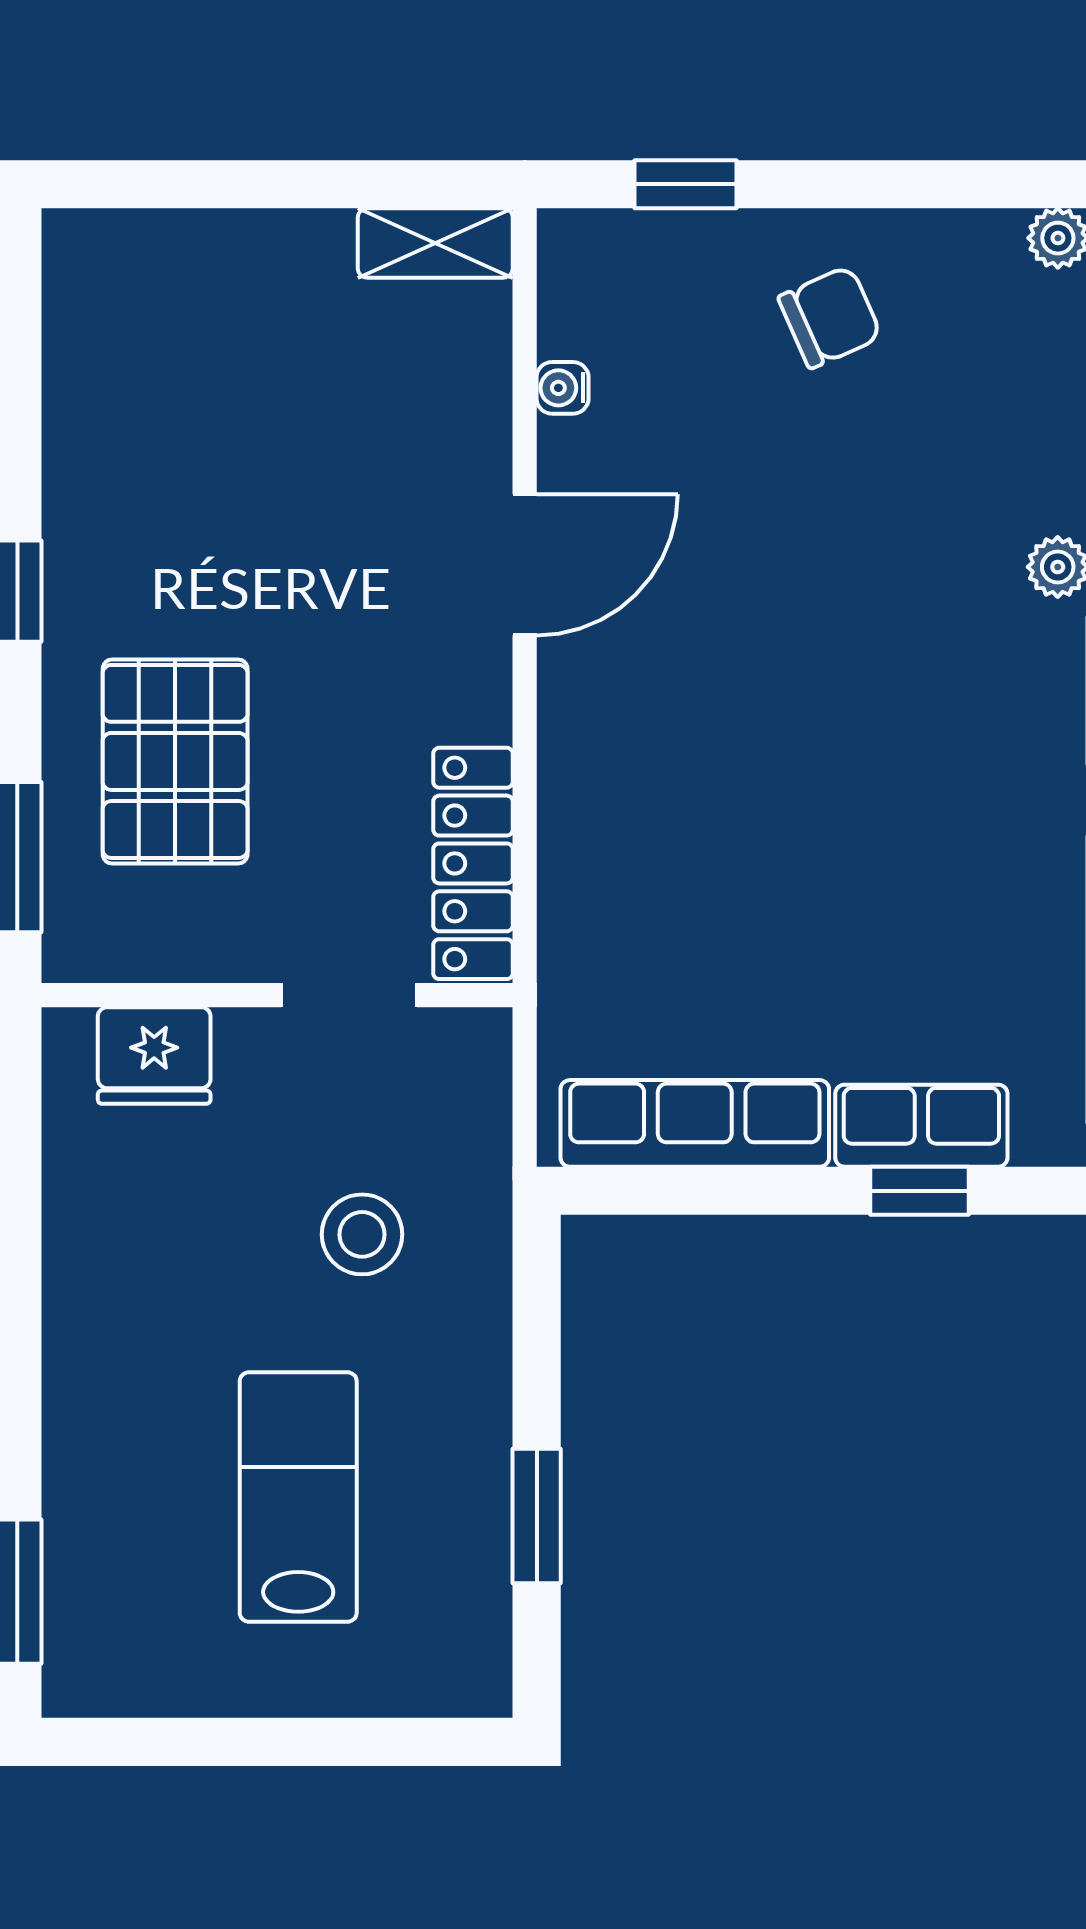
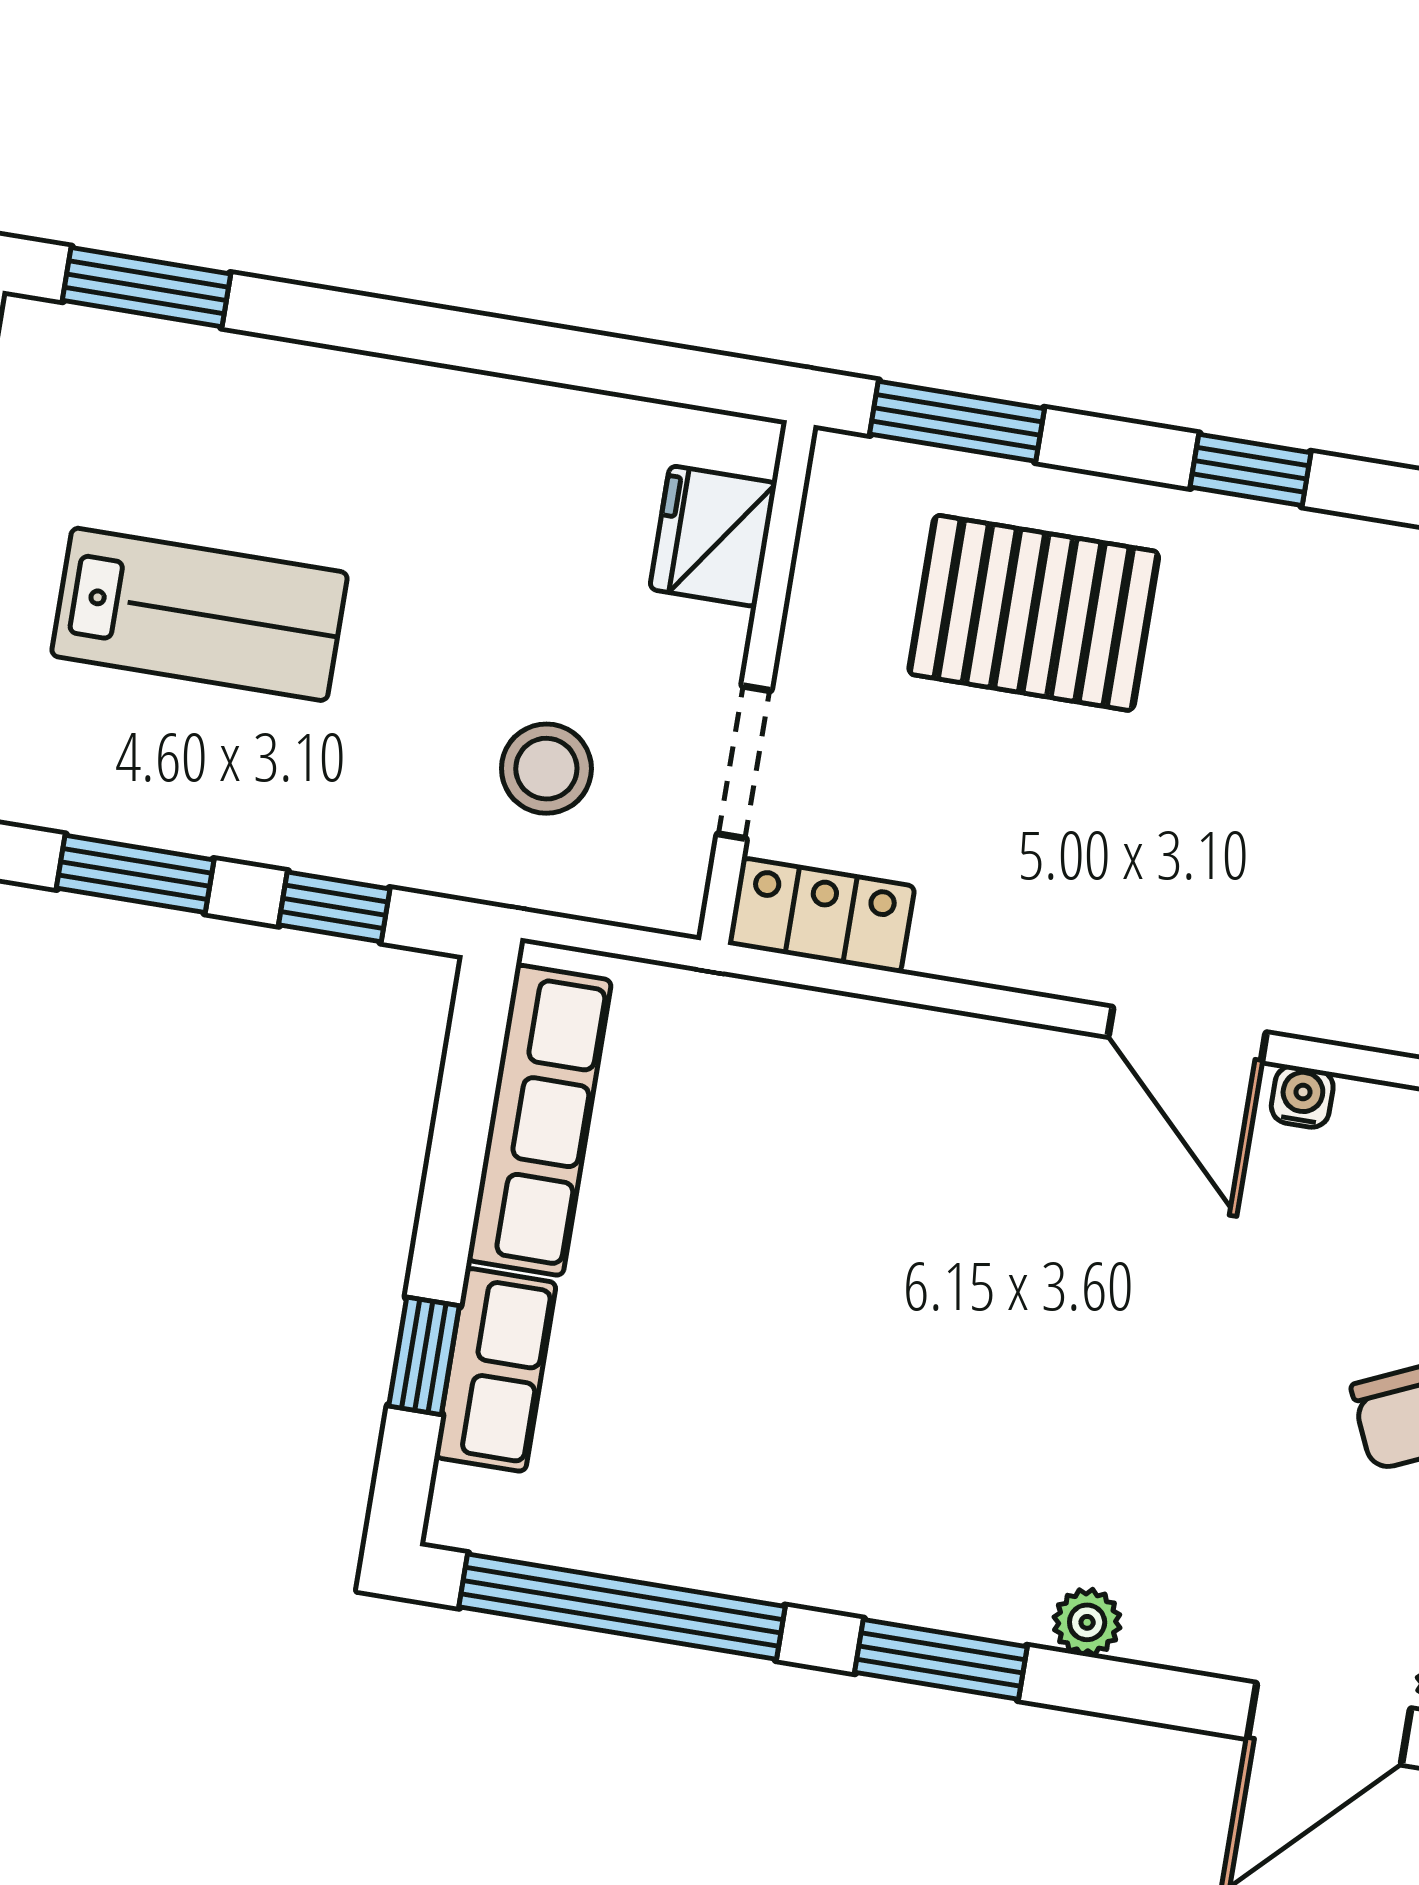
water cooler: (563, 388) -> (1302, 1097), moved
locker: (473, 863) -> (821, 915), width x0.66
stool: (362, 1234) -> (546, 769), moved
window: (537, 1336) -> (334, 907), added

